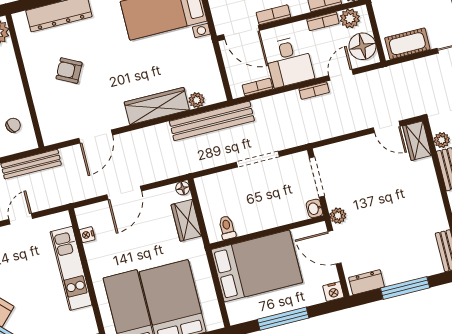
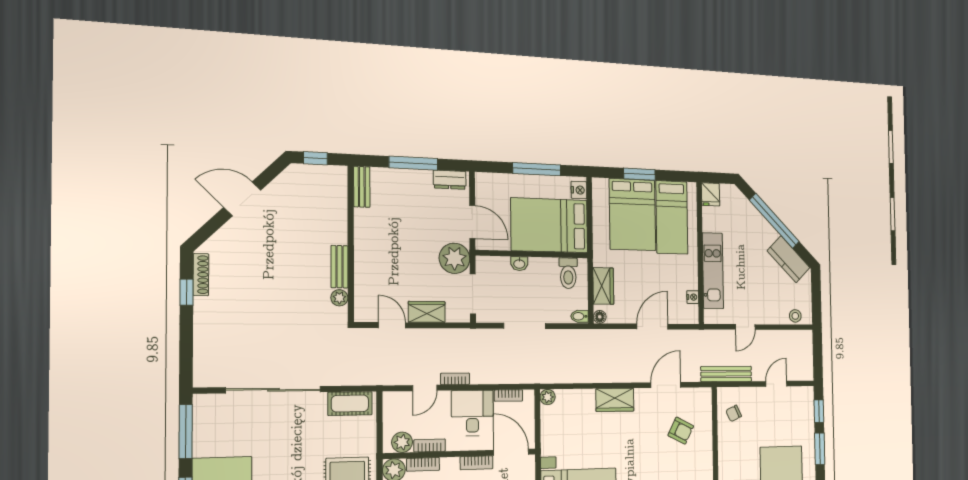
floor lamp: (362, 46) -> (396, 411), removed
armchair: (69, 71) -> (681, 431), moved
plant: (197, 100) -> (548, 397), moved
wardrobe: (157, 106) -> (615, 400), width x0.67
bench: (212, 121) -> (559, 373), removed
wardrobe: (417, 141) -> (427, 312), moved, turned -90
bidet: (204, 183) -> (580, 316), added
washbasin: (314, 208) -> (519, 264), moved, turned 90
plant: (338, 216) -> (455, 258), width x1.87, depth x1.87
toilet: (227, 228) -> (568, 273), width x1.37, depth x1.39
nightstand: (333, 292) -> (579, 190), moved, turned 90

